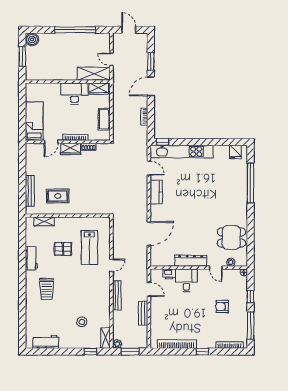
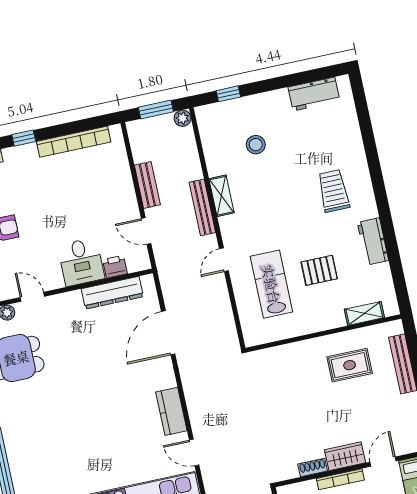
dresser: (191, 261) -> (112, 293), moved
shelving: (106, 338) -> (222, 196), moved

